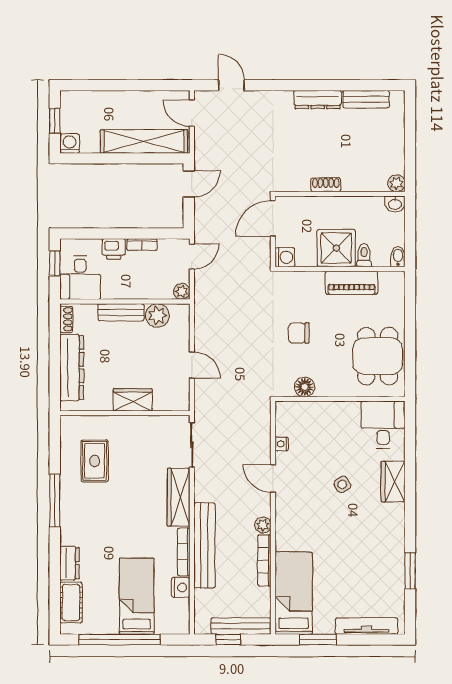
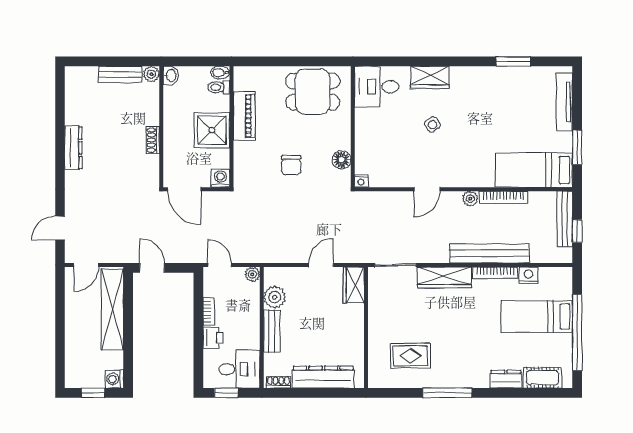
bench: (366, 99) -> (120, 74), moved, turned 90
toilet: (364, 255) -> (219, 87), moved
wardrobe: (133, 400) -> (354, 285), moved
nightstand: (282, 444) -> (361, 181), moved

